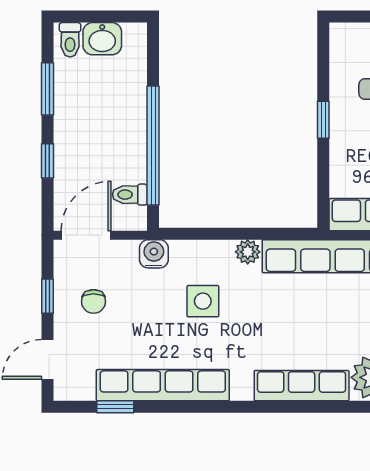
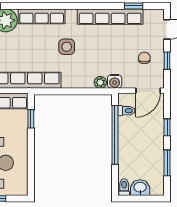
toilet: (70, 40) -> (124, 187), moved
window: (323, 120) -> (31, 119), moved
plant: (248, 252) -> (100, 82), moved
side table: (203, 301) -> (67, 47), moved

